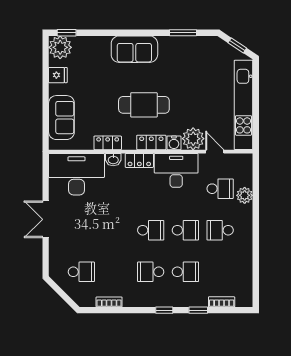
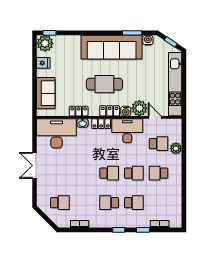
water cooler: (205, 43) -> (148, 40), added
sofa: (134, 49) -> (112, 47), width x1.85, depth x1.27

